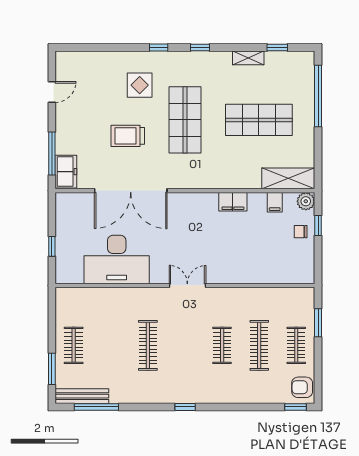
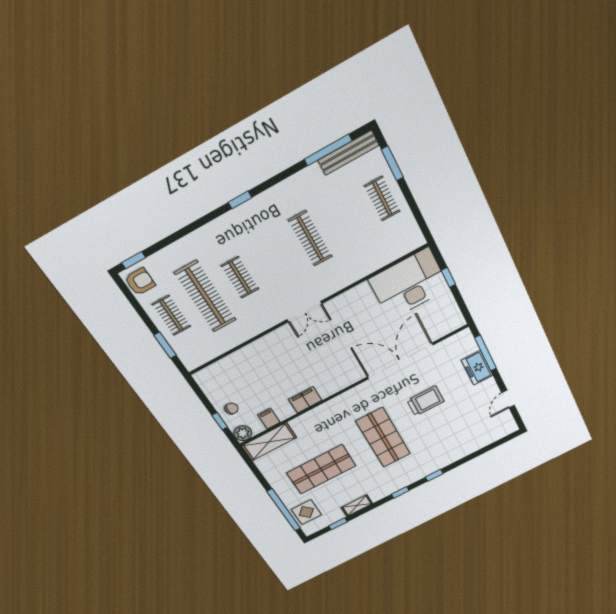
display table: (140, 85) -> (306, 512), moved
freezer: (66, 172) -> (477, 368), moved
desk: (117, 259) -> (409, 284), moved
clothes rail: (259, 345) -> (205, 296), width x1.37, depth x1.31

